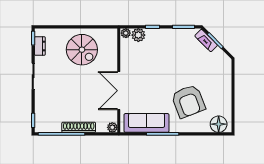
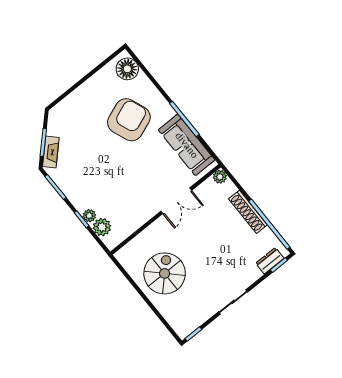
plant: (126, 33) -> (89, 216), moved
dresser: (40, 46) -> (270, 261), moved
double door: (119, 91) -> (176, 201), width x0.73

